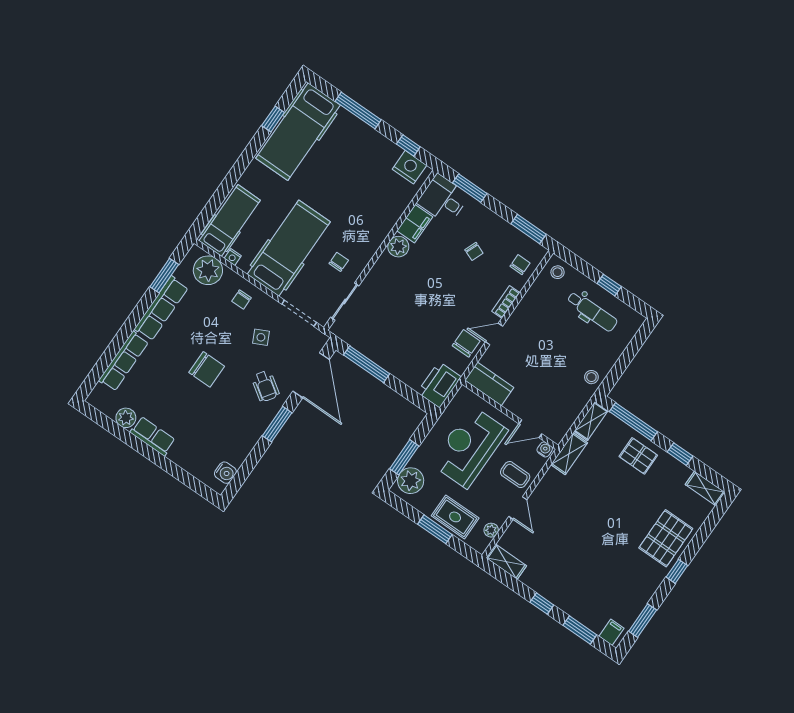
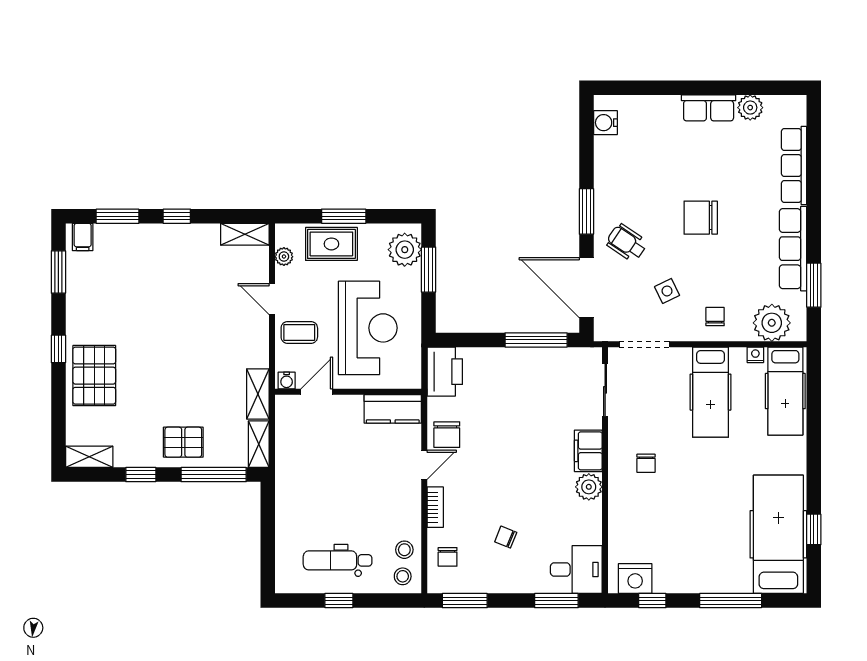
filing cabinet: (415, 224) -> (588, 451), moved
hospital bed: (289, 248) -> (711, 392), width x0.73, depth x0.78
chair: (339, 262) -> (646, 463), moved
stool: (591, 377) -> (404, 550), moved

